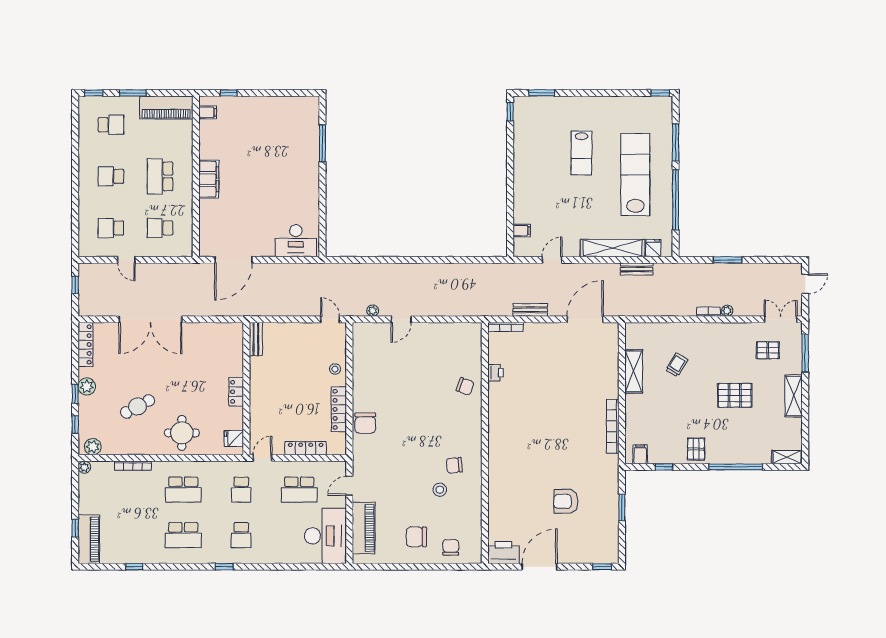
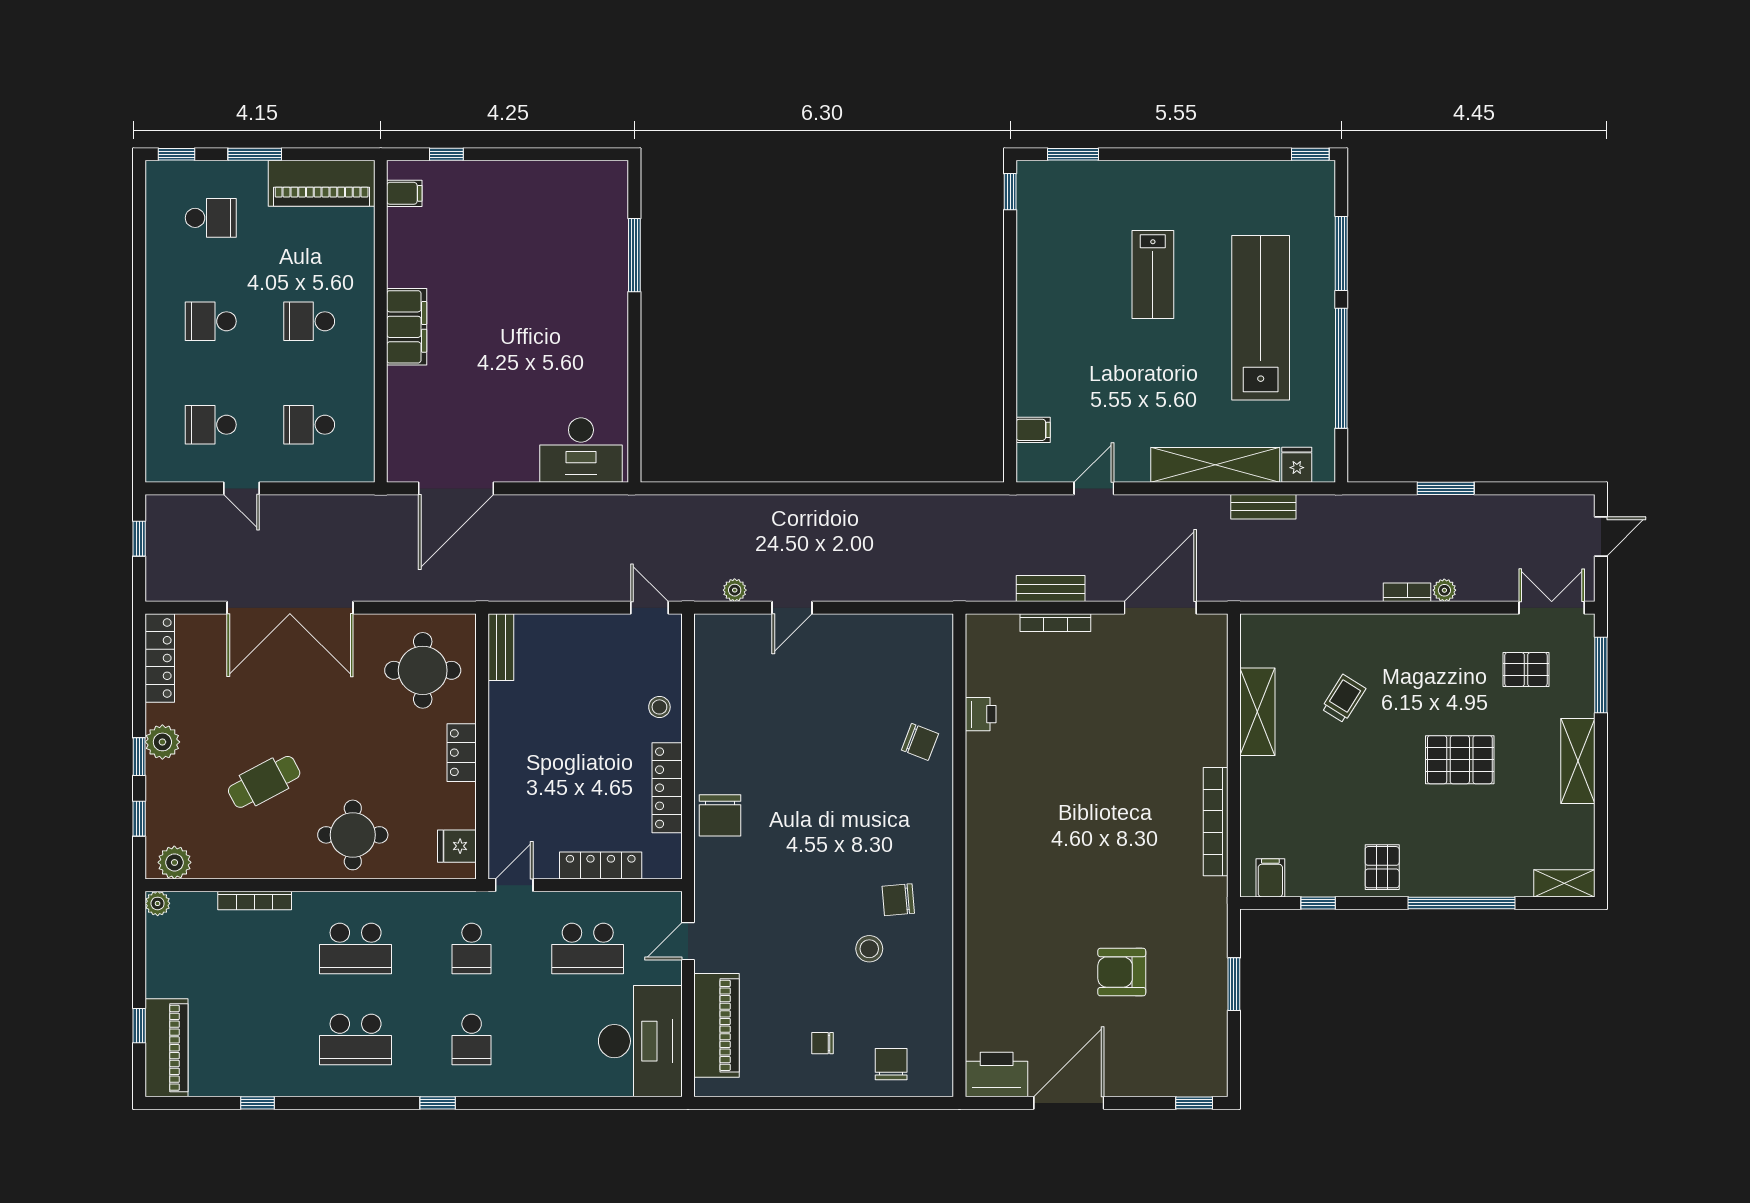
school desk: (160, 176) -> (309, 321), width x0.54
bookcase: (505, 327) -> (1055, 623), moved
round table: (217, 351) -> (423, 670), added
chair: (416, 537) -> (823, 1043), width x0.54, depth x0.54

